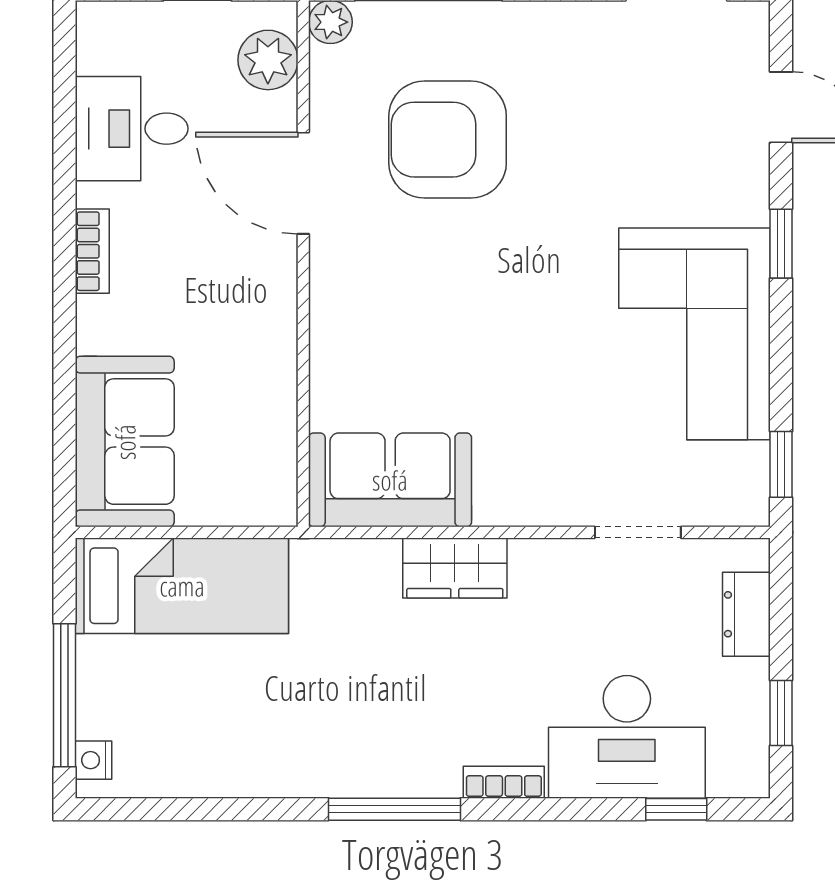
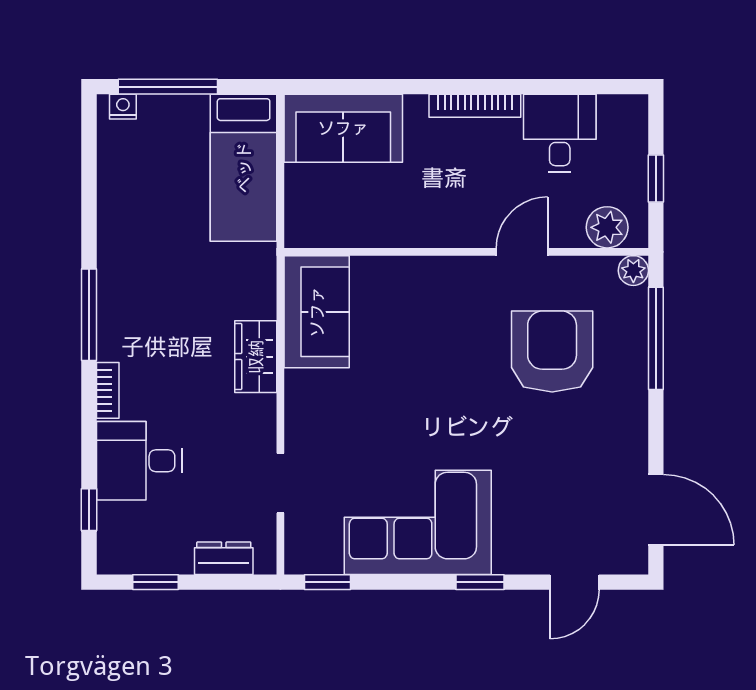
door: (303, 183) -> (522, 252), width x0.73
bookcase: (92, 251) -> (475, 106), width x1.56
desk: (627, 737) -> (139, 461), width x0.73

